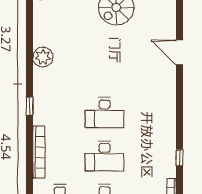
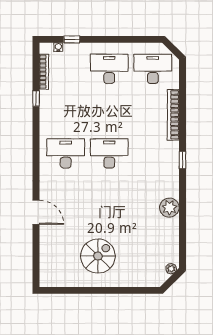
desk: (105, 156) -> (66, 153), moved
window: (179, 158) -> (36, 99), moved

